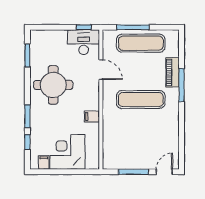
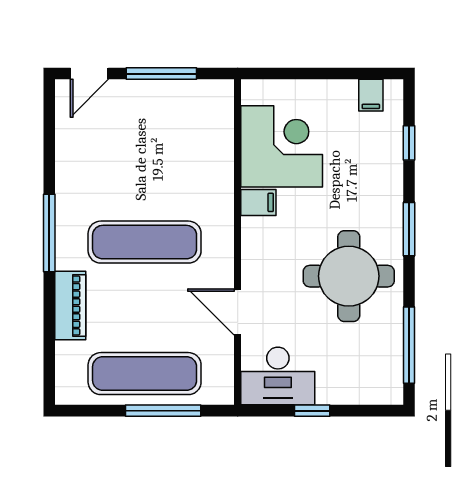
window: (84, 27) -> (312, 411), moved
window: (27, 55) -> (409, 345), width x1.44
window: (182, 85) -> (49, 233), moved
window: (27, 116) -> (409, 229), moved
corner desk: (67, 152) -> (282, 146), moved, turned -90

